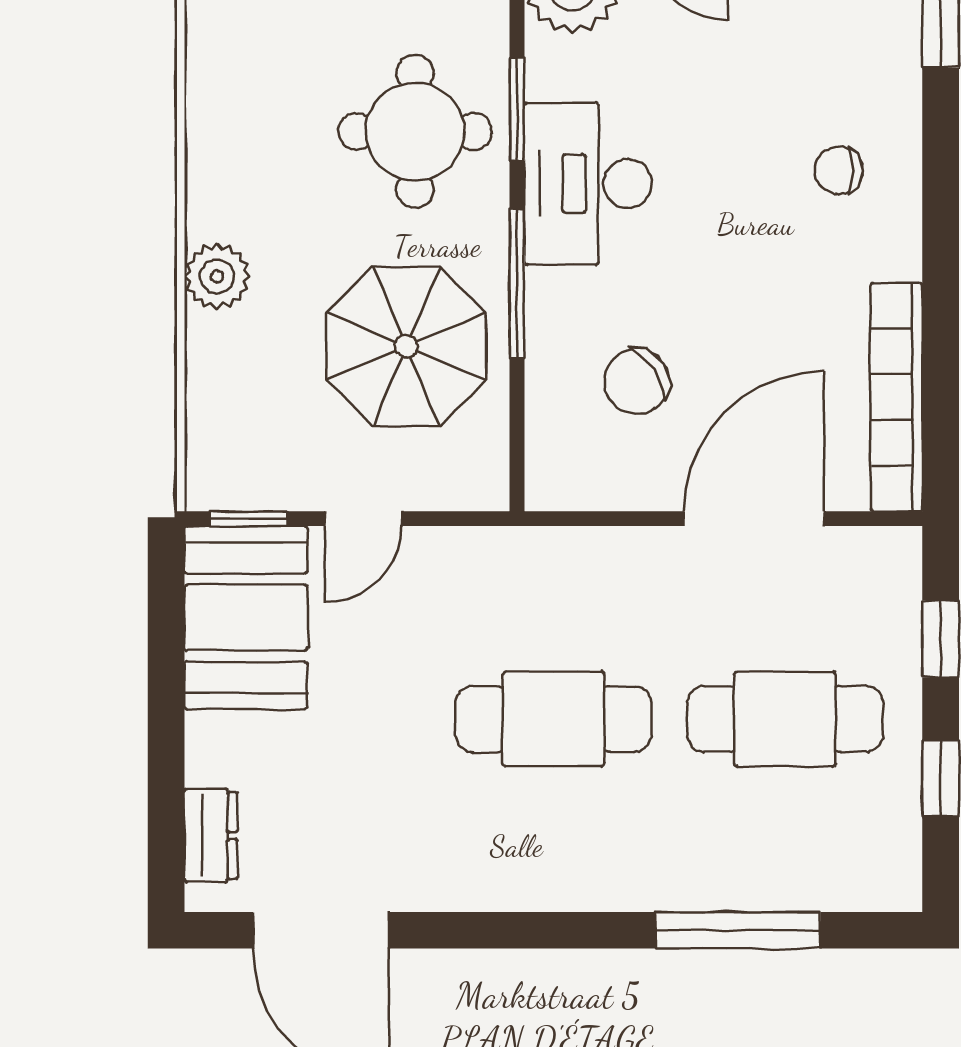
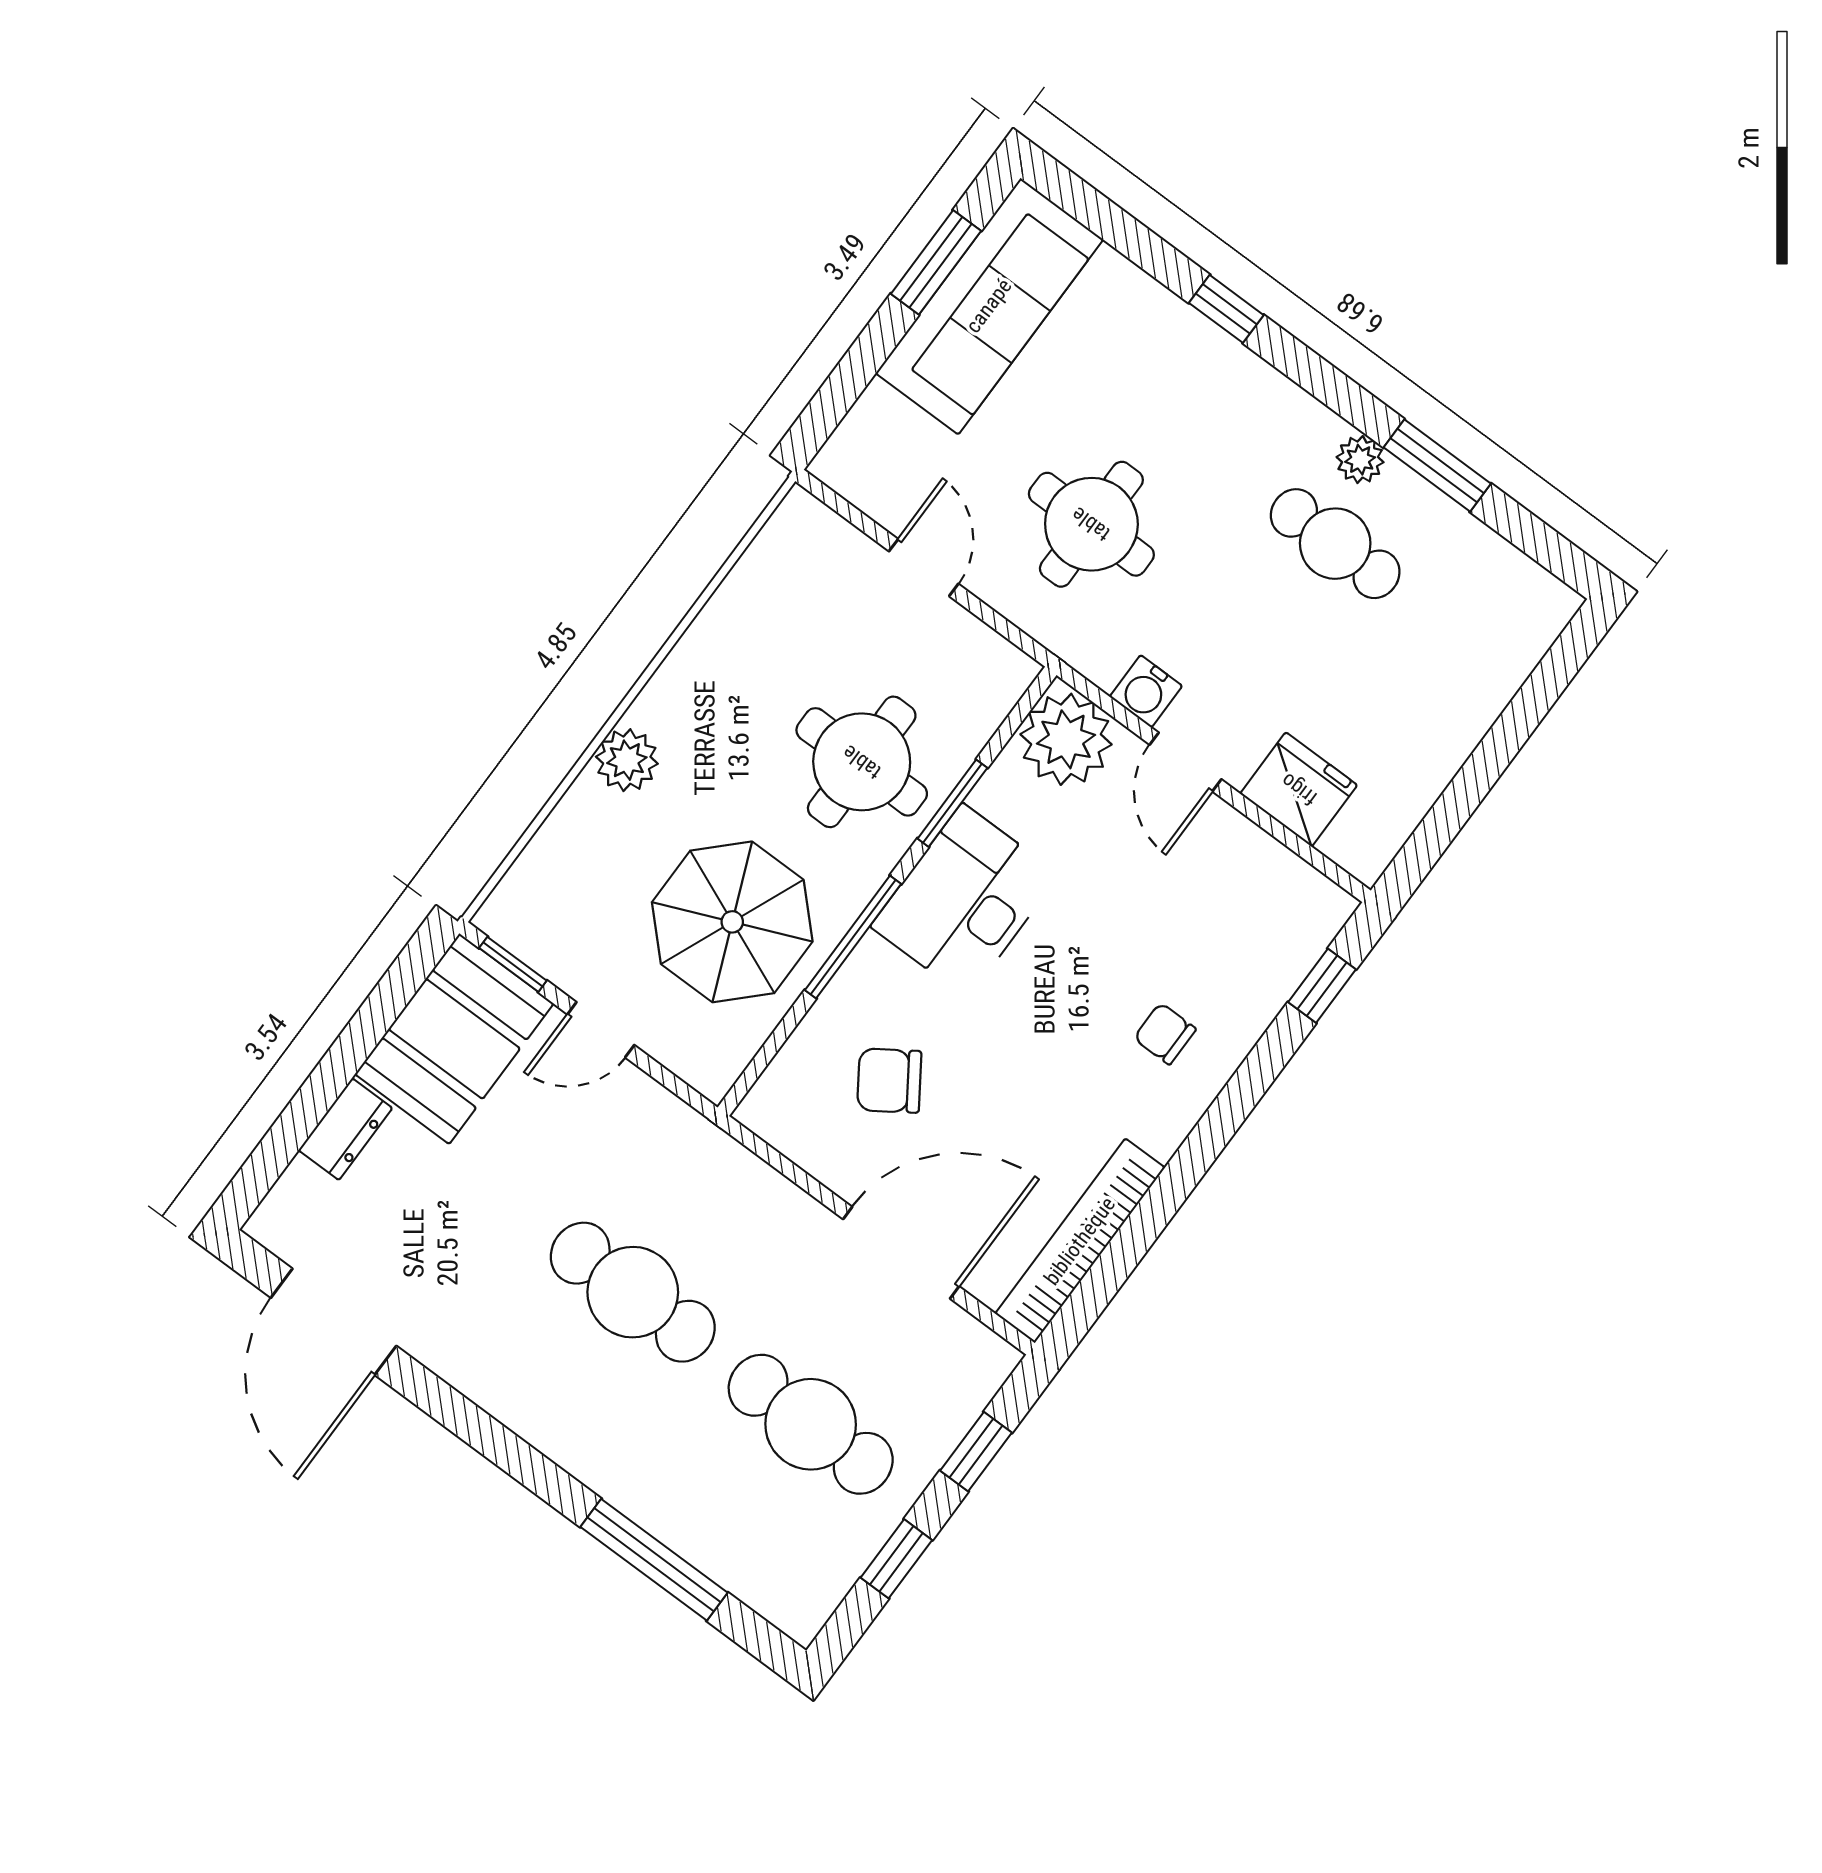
dresser: (211, 836) -> (345, 1129), moved

